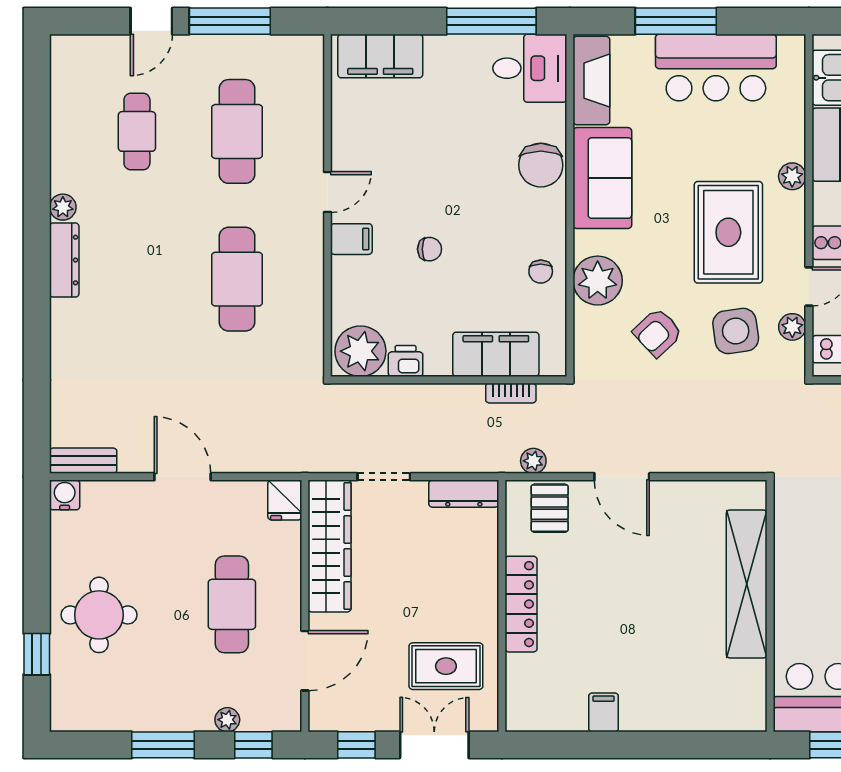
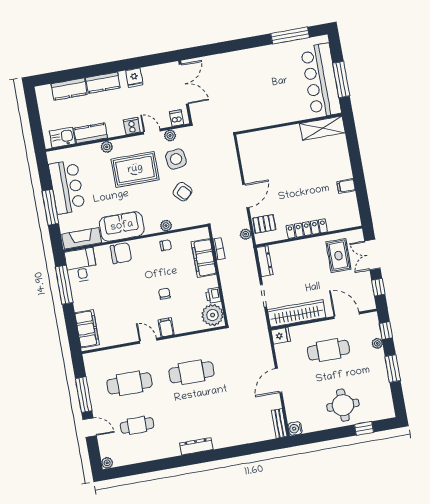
plant: (63, 207) -> (107, 463), moved
plant: (598, 281) -> (166, 226), width x0.53, depth x0.53
shelving: (747, 584) -> (322, 128), moved, width x0.68

